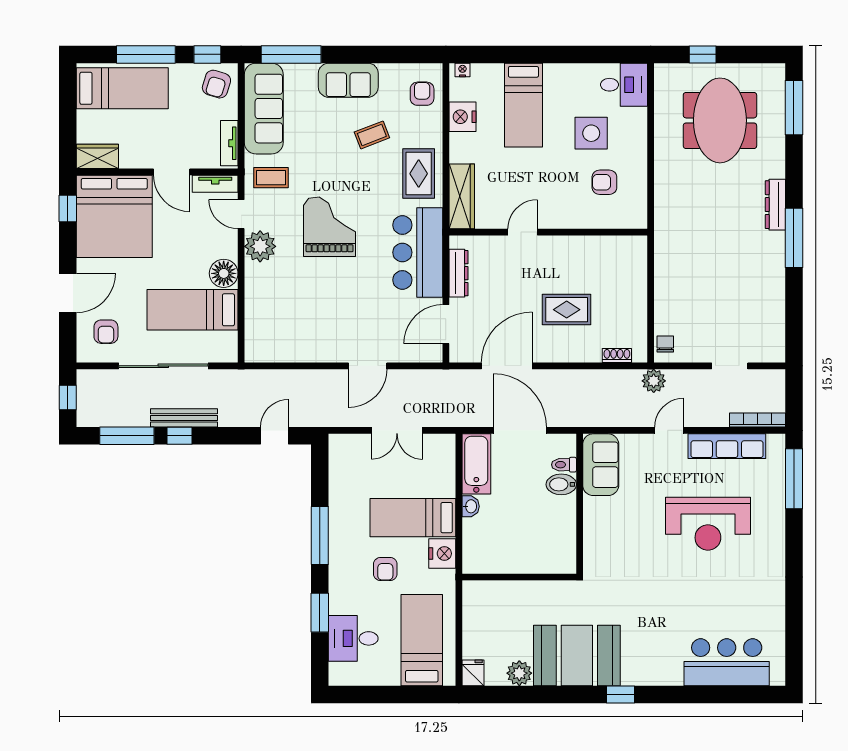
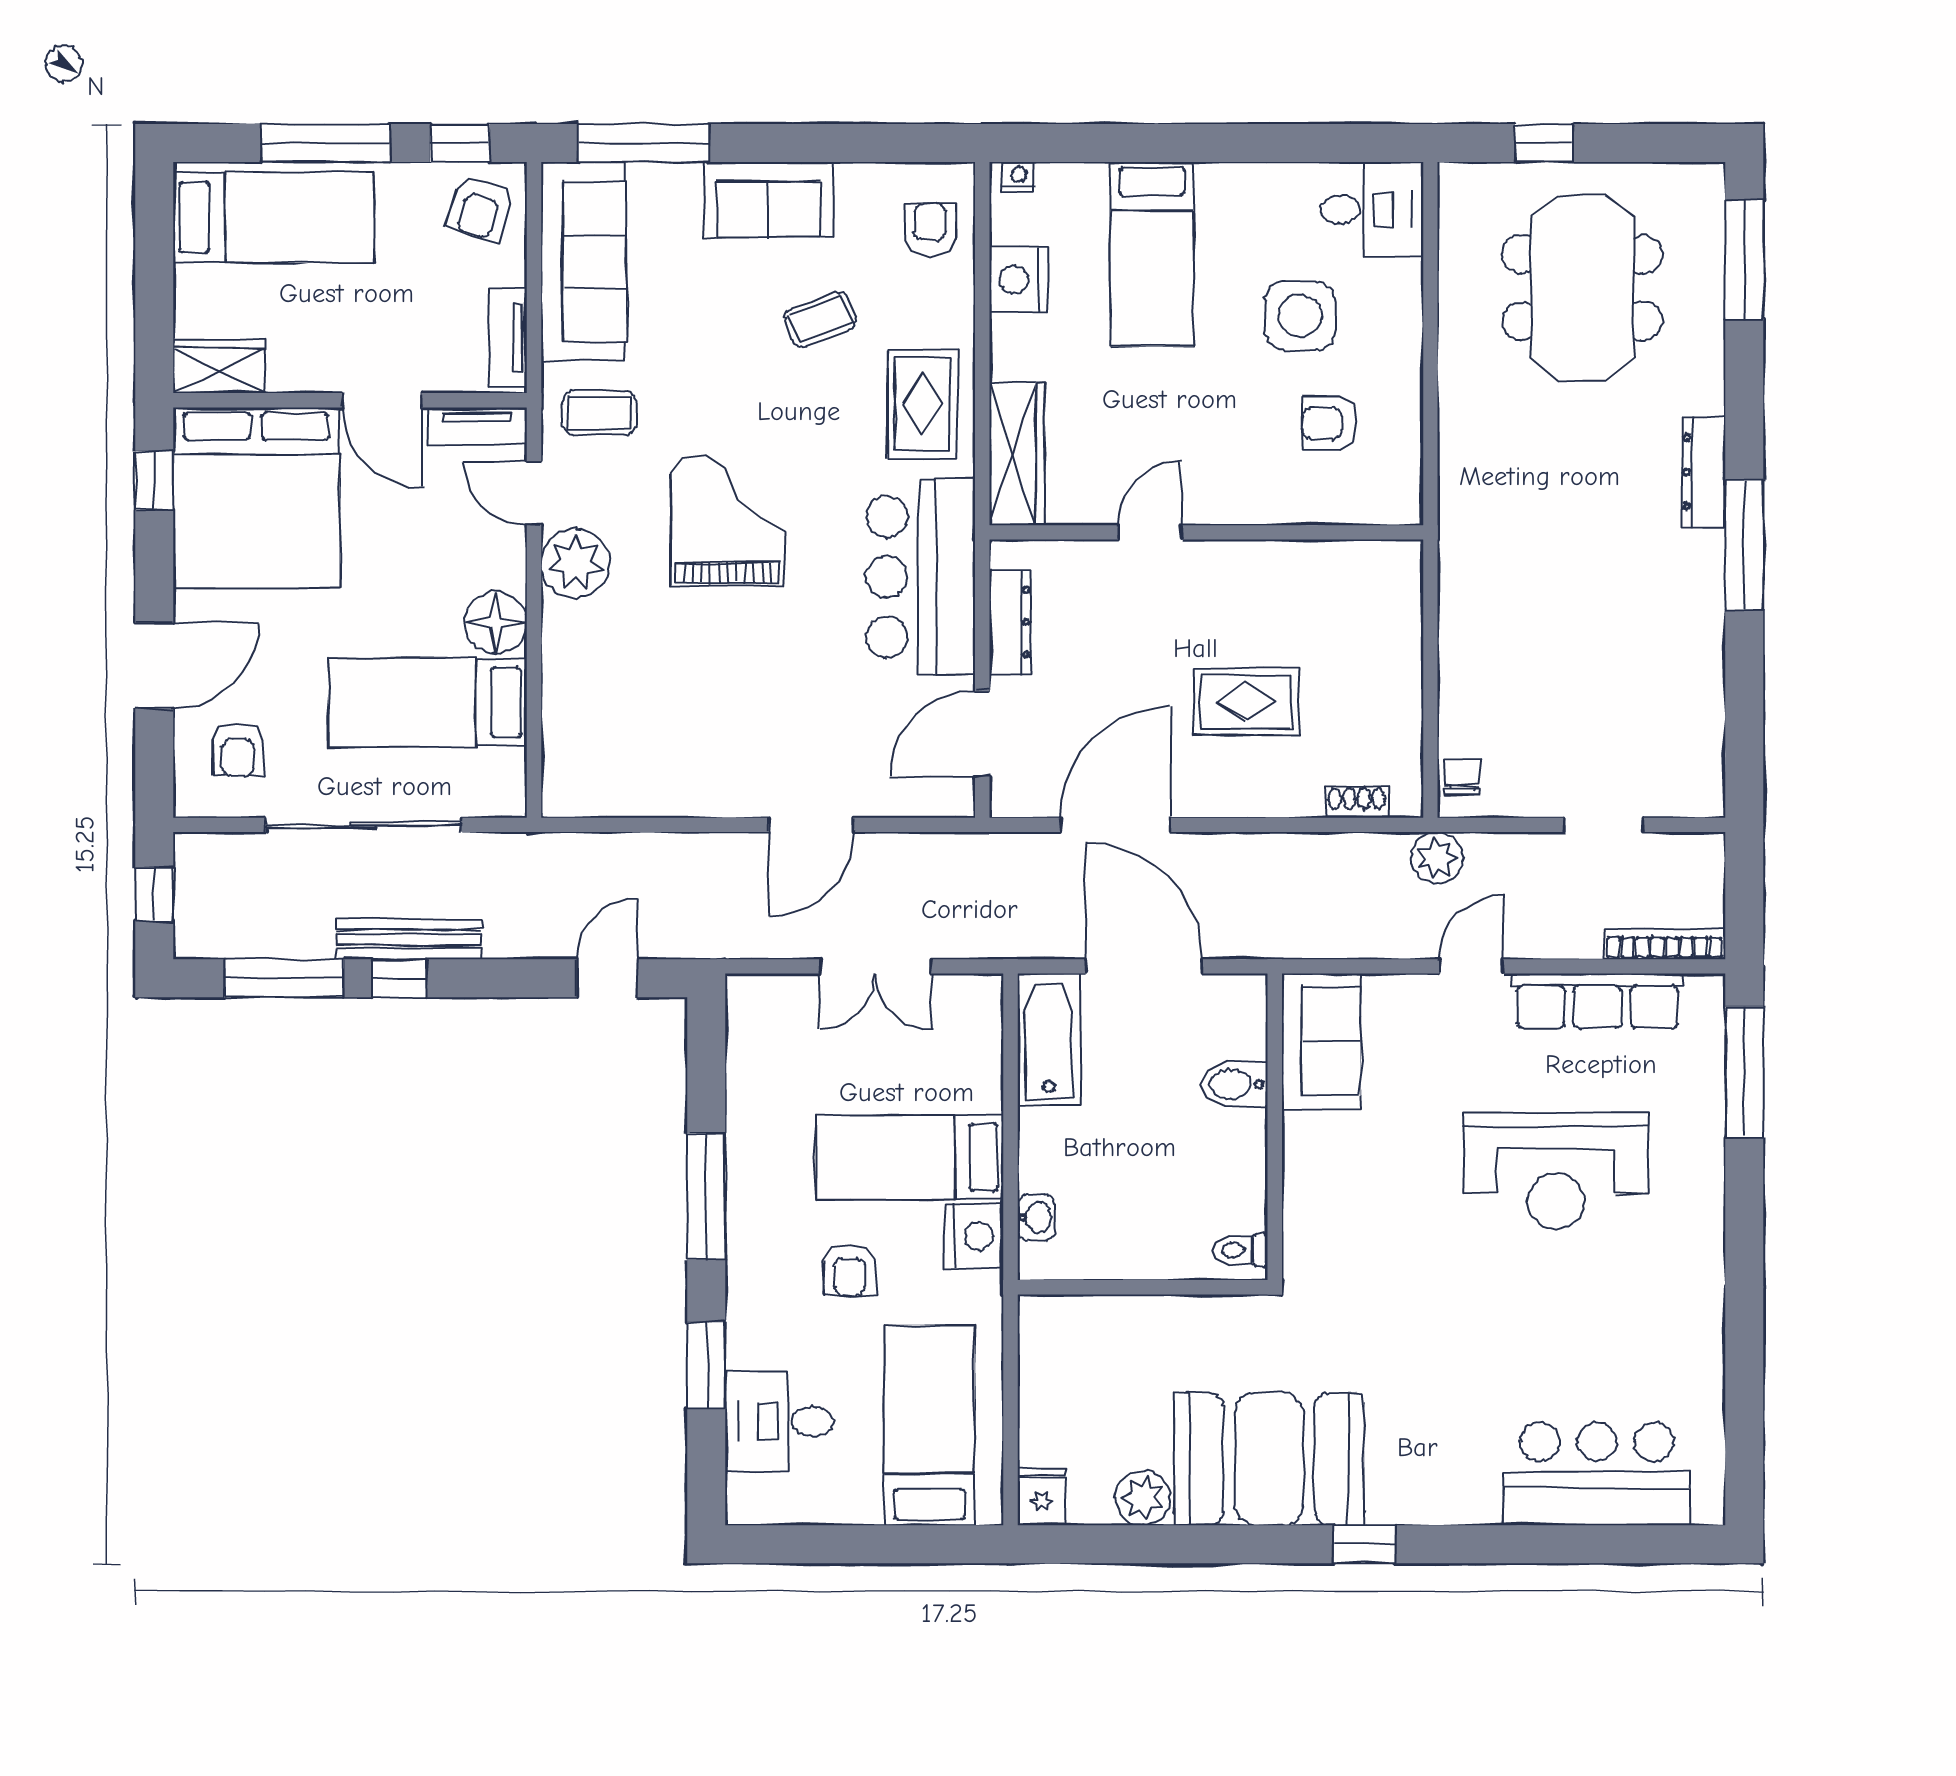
toilet: (564, 465) -> (1241, 1250), moved
washbasin: (471, 506) -> (1036, 1217), moved

